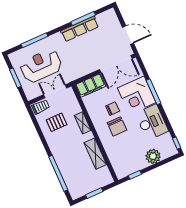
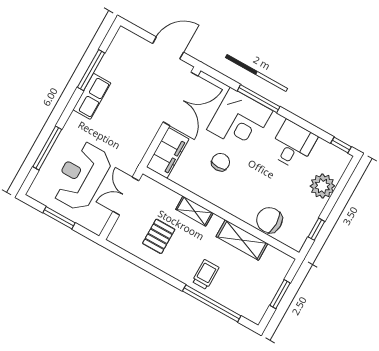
row of seats: (80, 29) -> (92, 96), width x0.68
trolley: (41, 107) -> (206, 274), moved
desk: (152, 122) -> (293, 145), width x0.73
chair: (117, 126) -> (269, 220), moved, turned 180

